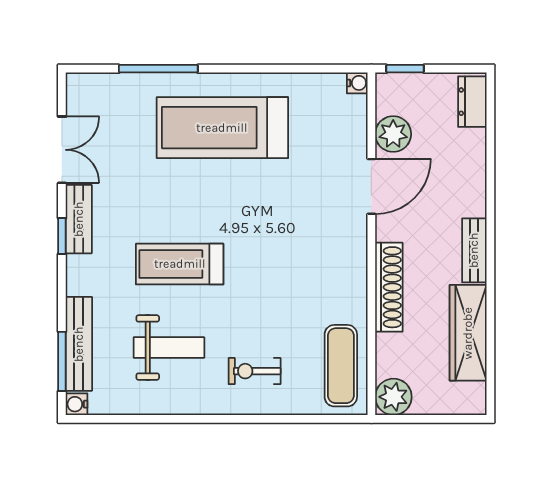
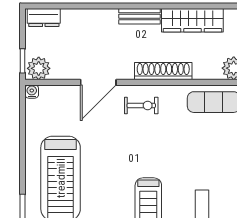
plant: (393, 134) -> (39, 68), moved
door: (371, 186) -> (98, 82), swing flipped
exercise bike: (255, 371) -> (141, 105), moved, turned -90

